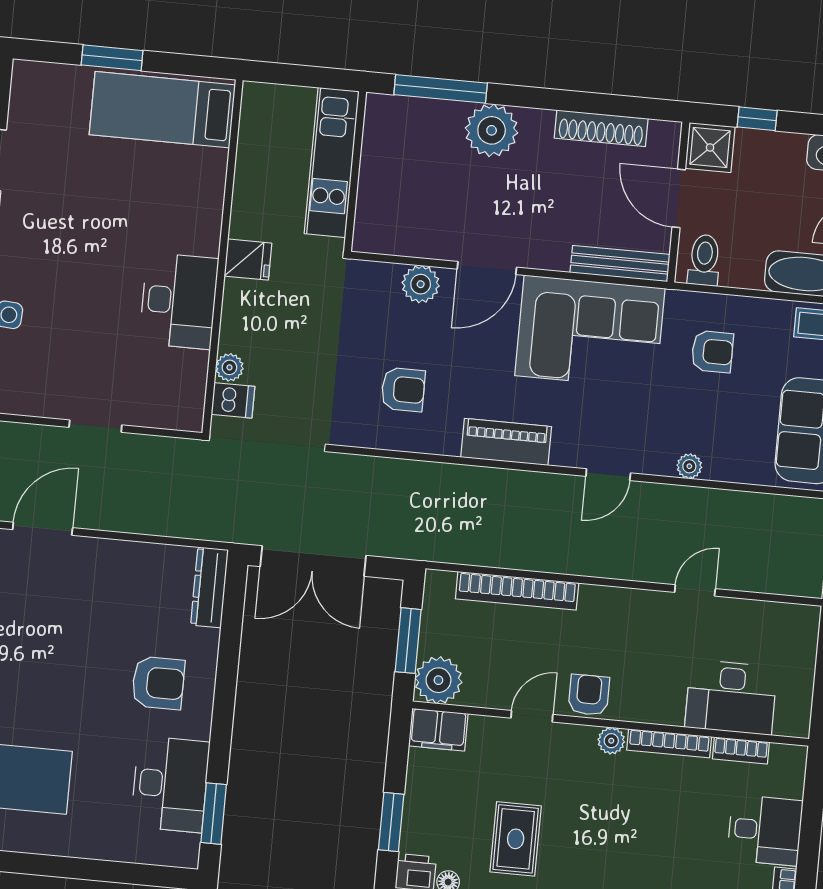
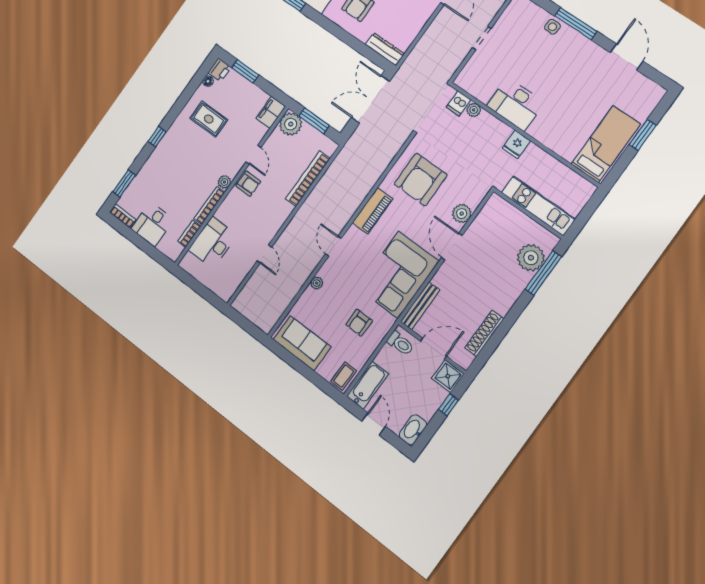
plant: (492, 130) -> (531, 258), moved
armchair: (403, 389) -> (421, 180), width x1.88, depth x1.88

